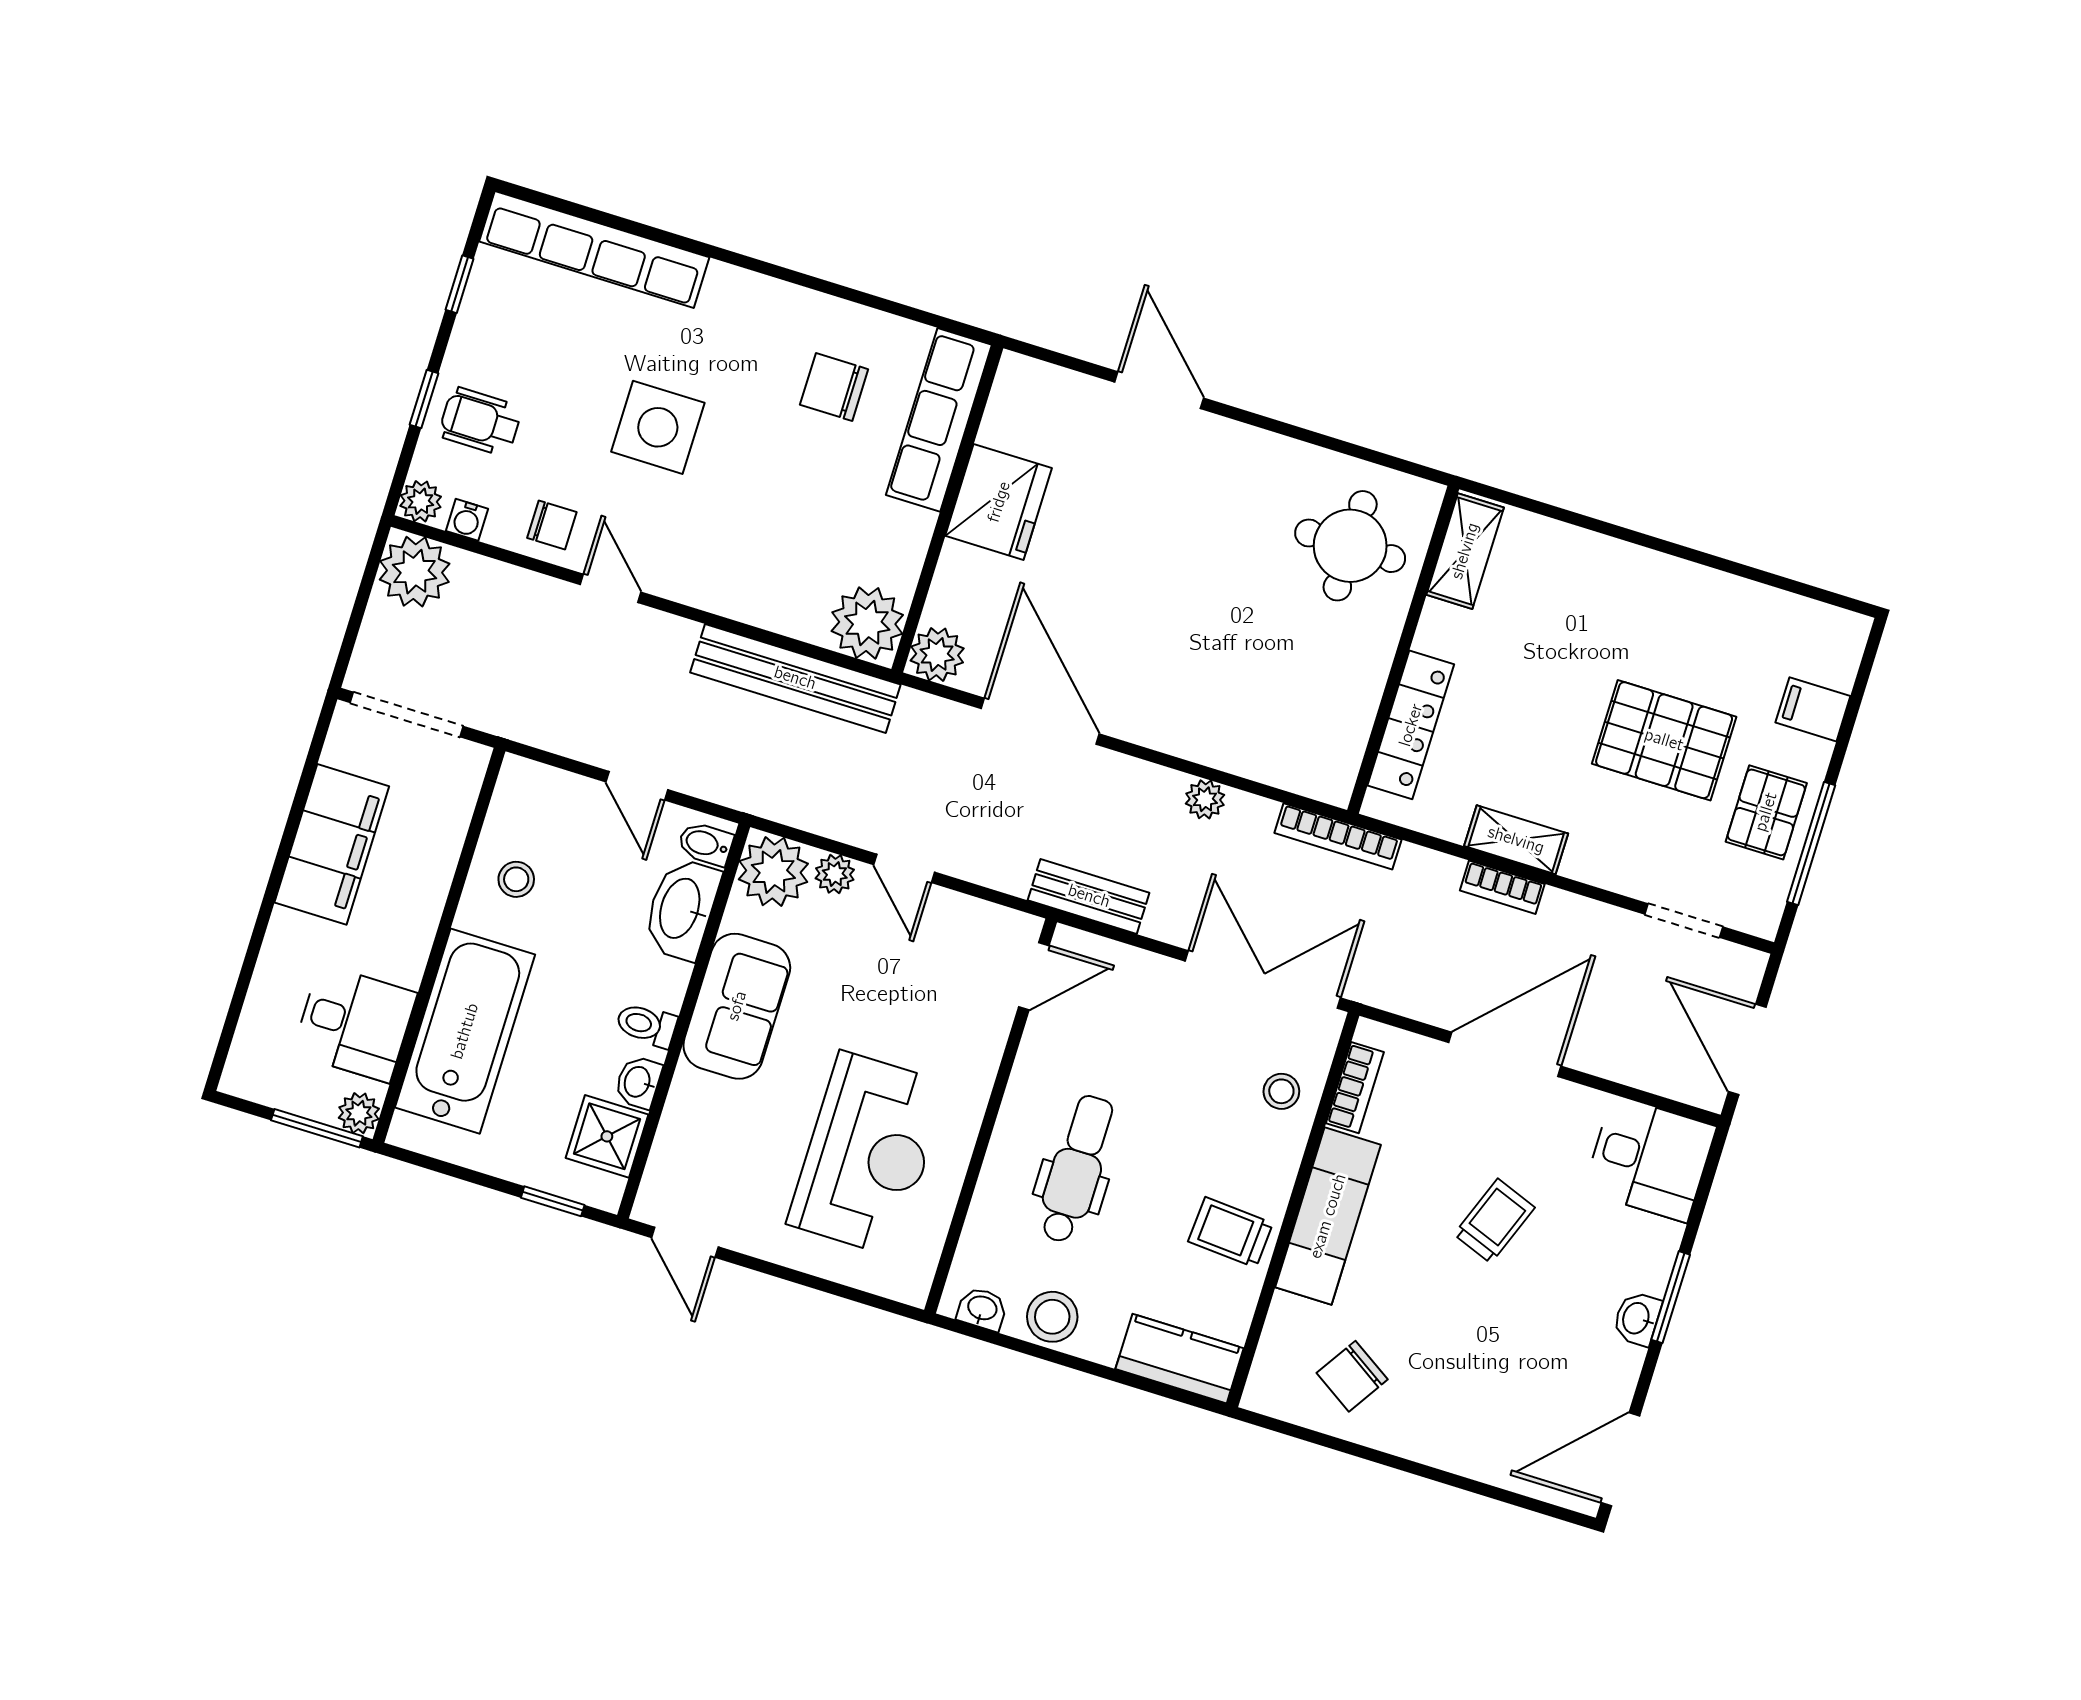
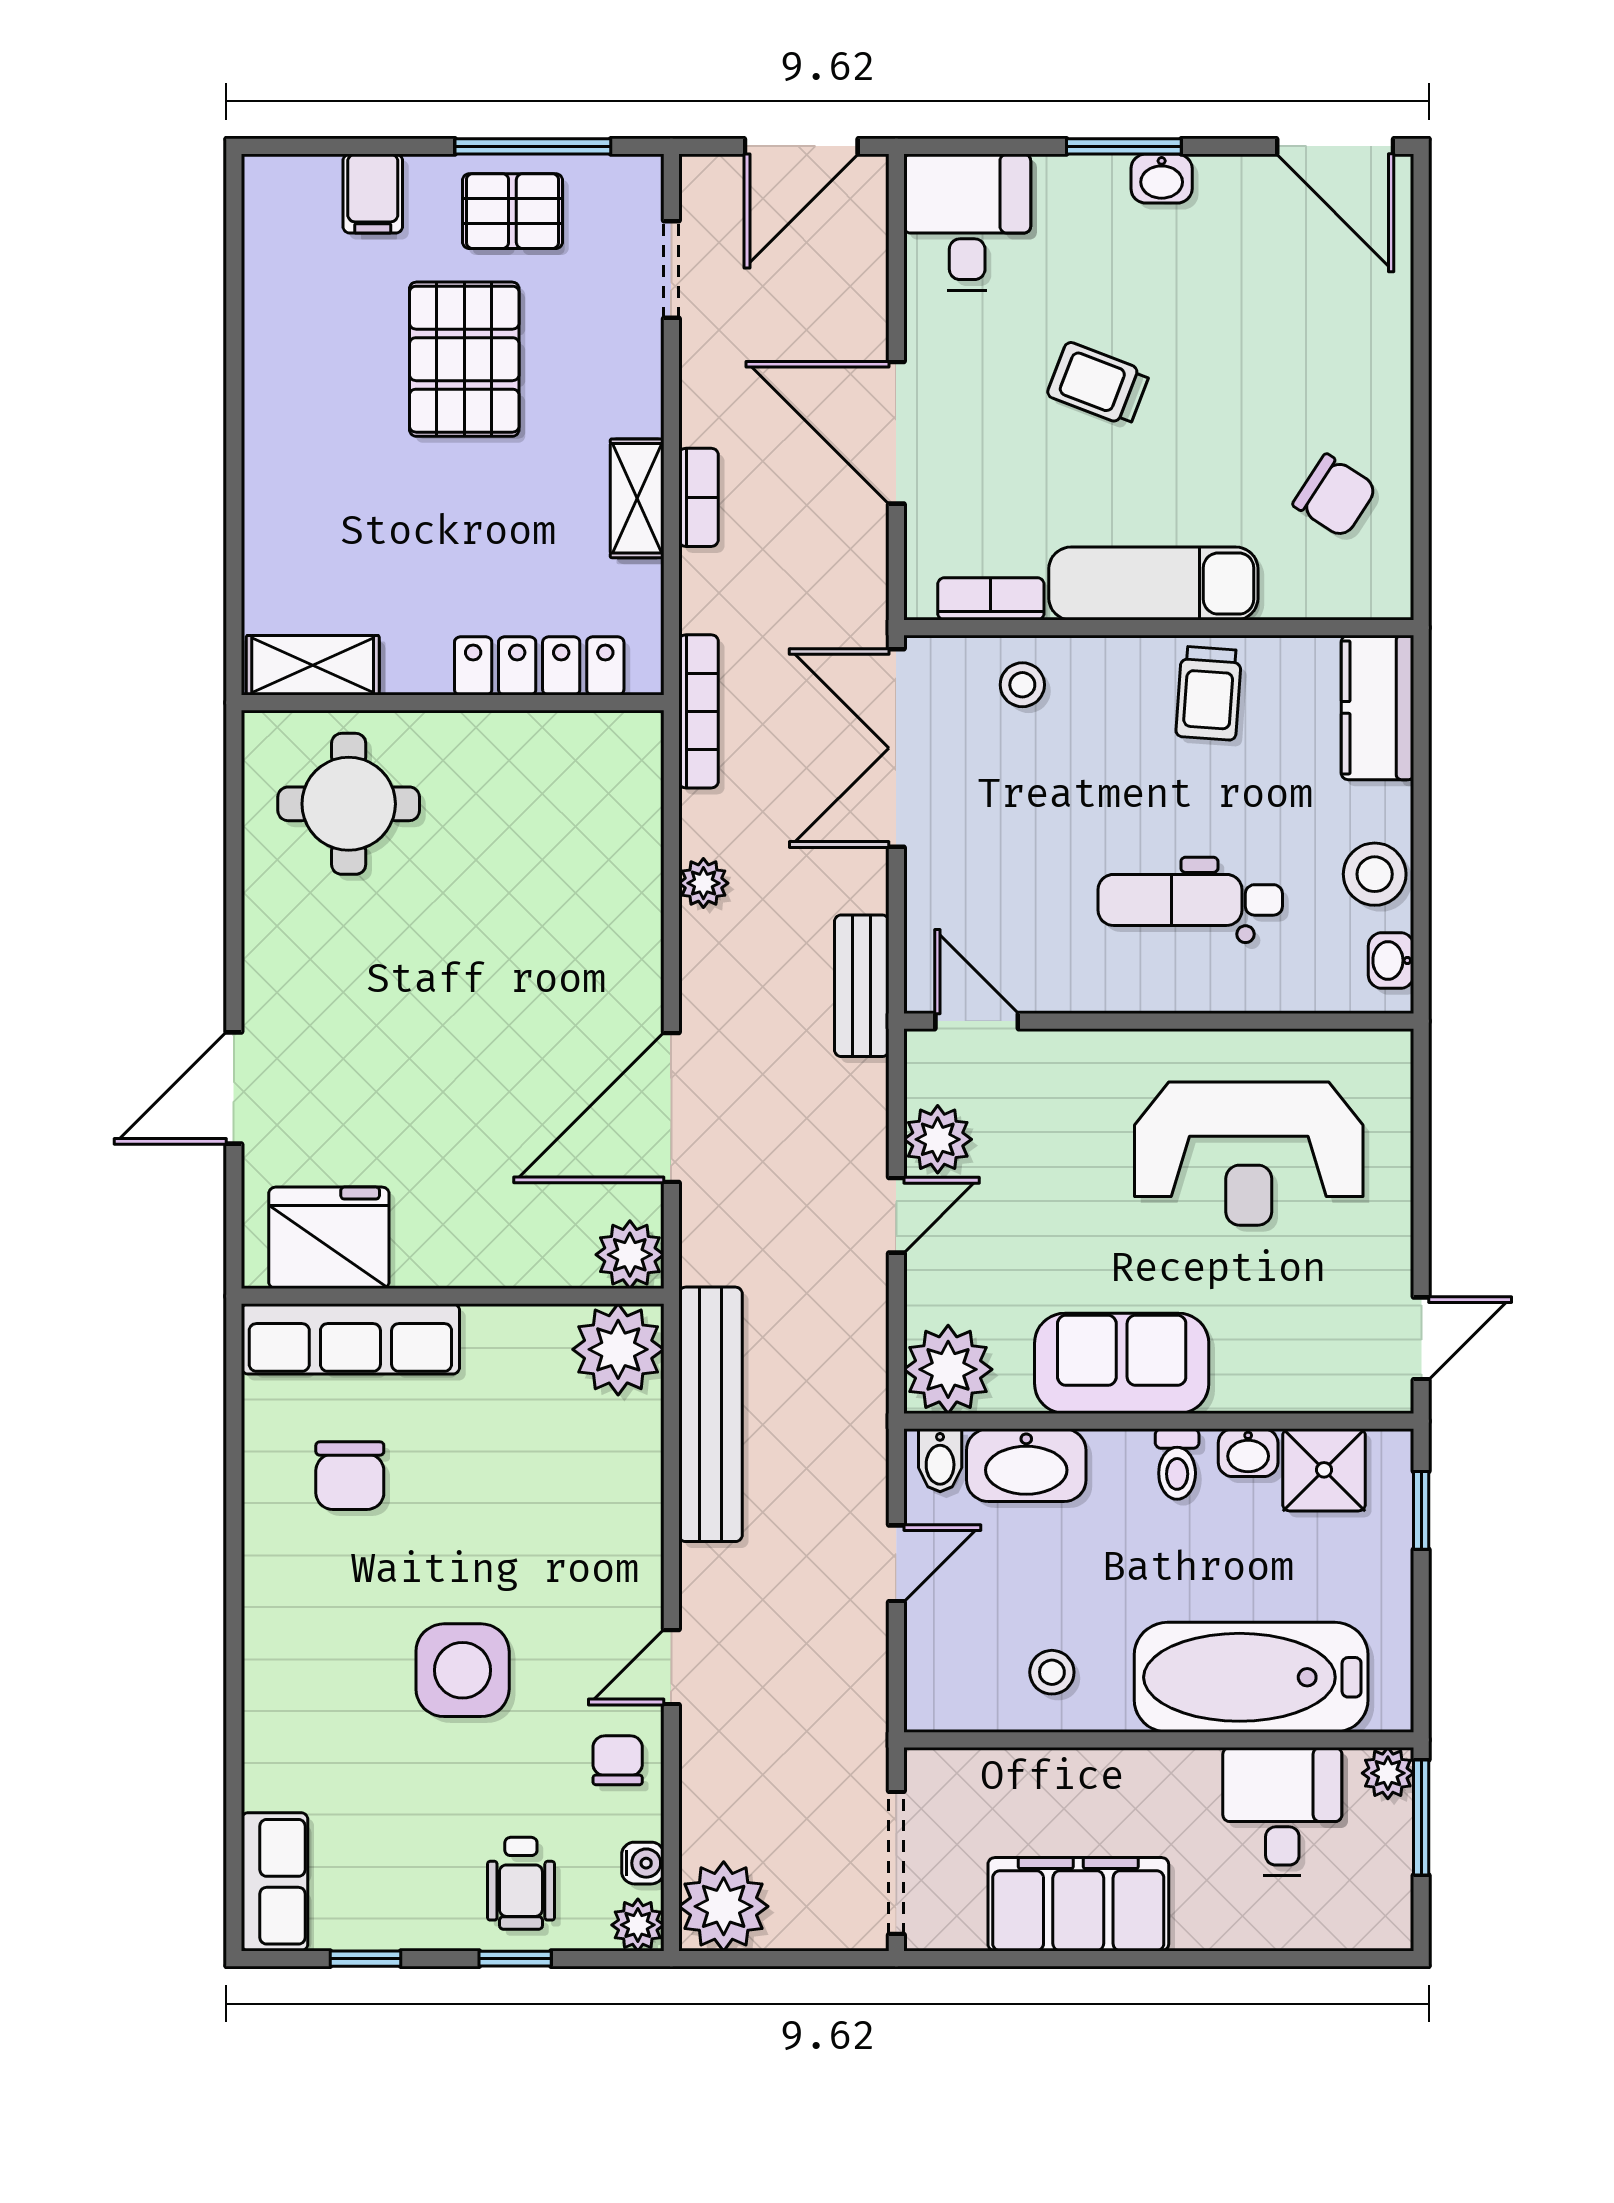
row of seats: (594, 249) -> (275, 1882), width x0.50
fridge: (999, 502) -> (329, 1238), moved
plant: (835, 874) -> (938, 1139), moved, width x1.38, depth x1.38
reception desk: (868, 1154) -> (1249, 1154), turned 180

